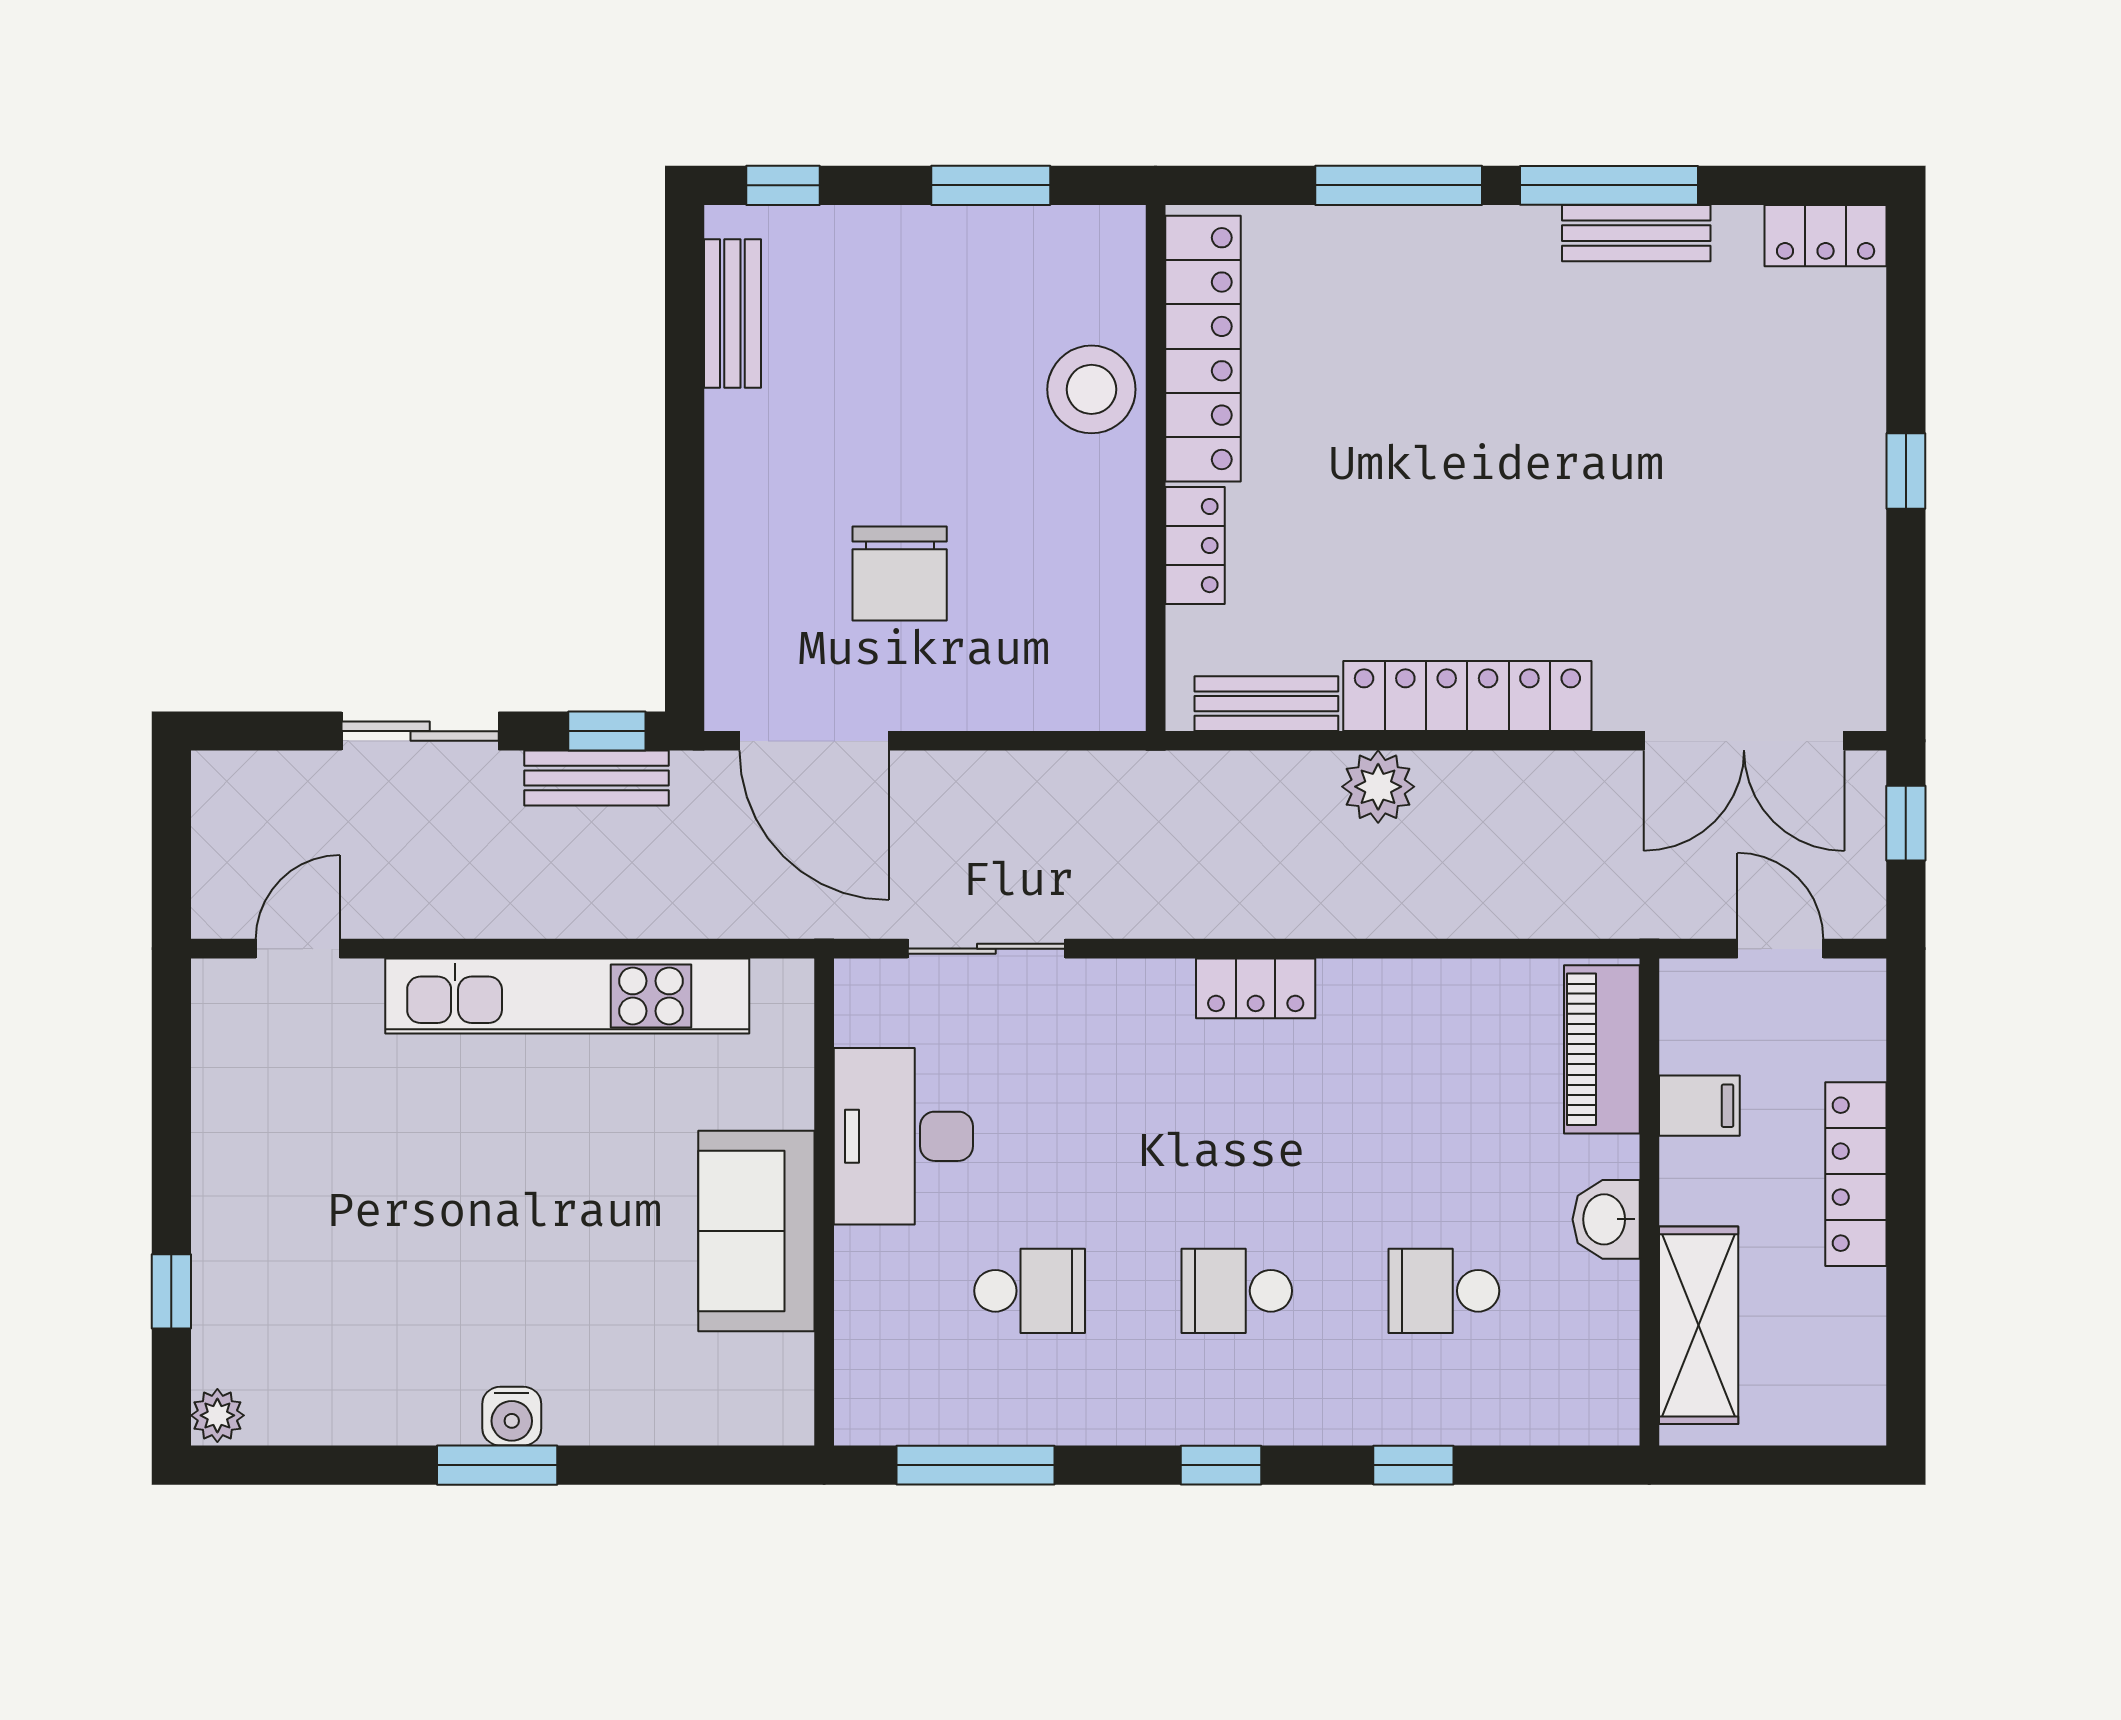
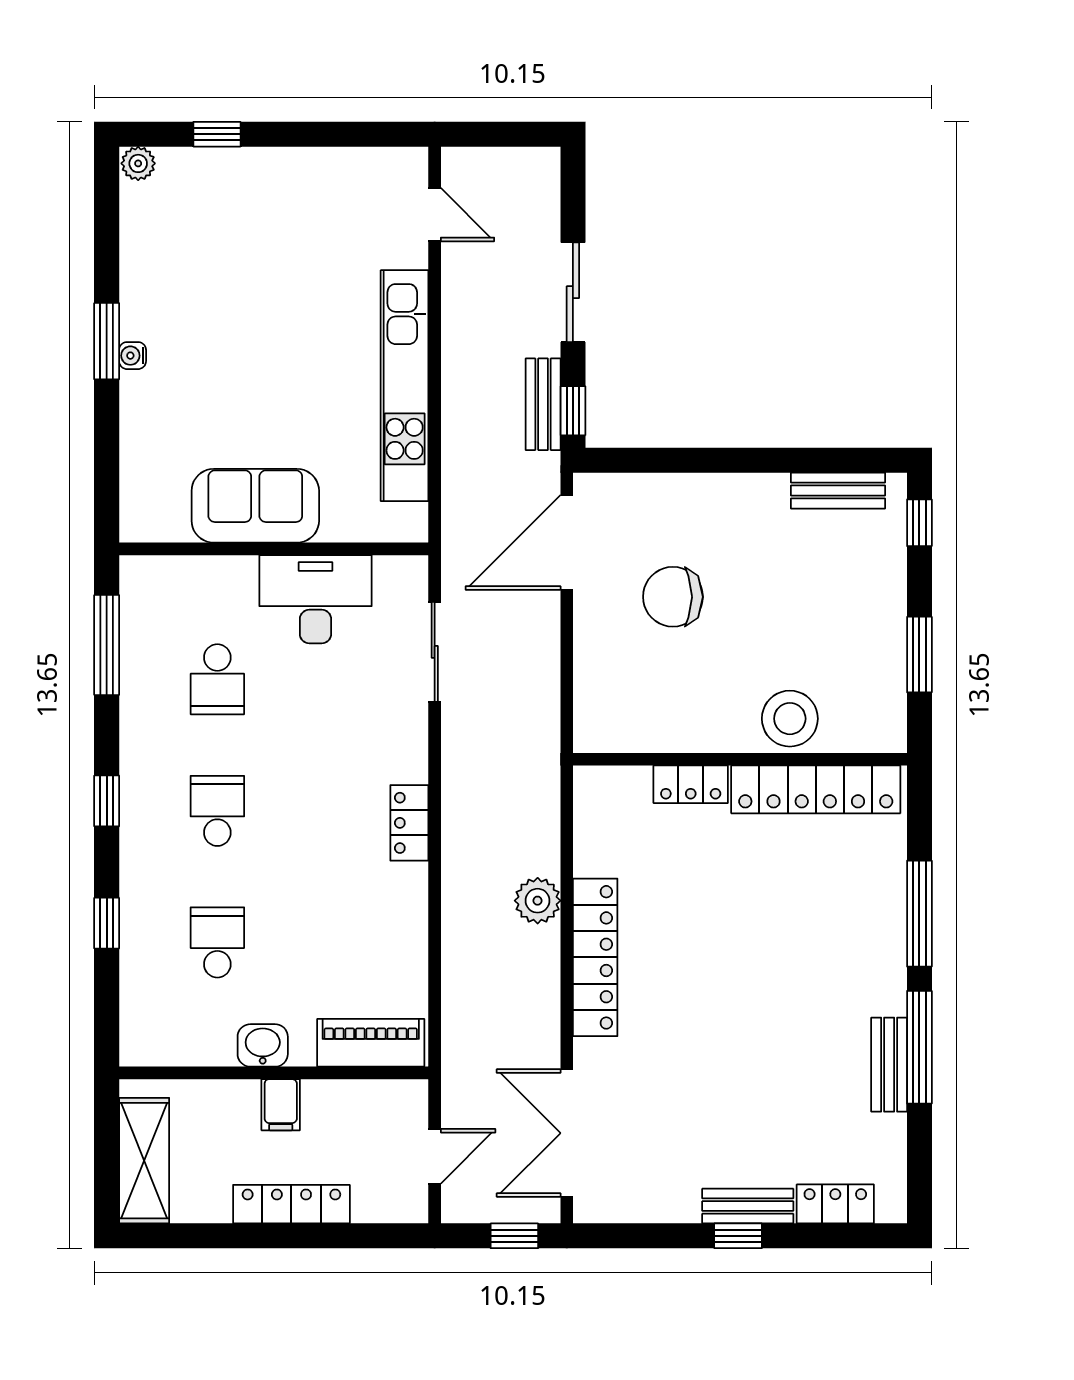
locker: (1826, 236) -> (835, 1204), moved, turned 90
bench: (1266, 704) -> (748, 1206), moved, turned 90
filing cabinet: (1699, 1106) -> (281, 1105), moved
shelving: (1699, 1325) -> (144, 1161), moved, turned 90
water cooler: (512, 1416) -> (133, 356), width x0.72, depth x0.72

